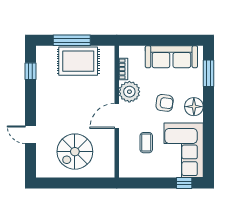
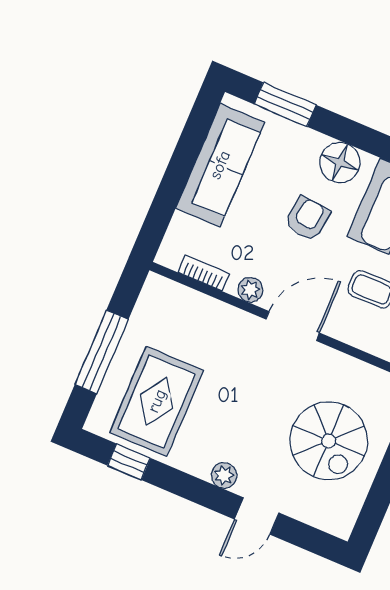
rug: (78, 61) -> (157, 401), moved
plant: (129, 92) -> (250, 290), width x0.53, depth x0.53
plant: (42, 114) -> (224, 475), added
door: (117, 116) -> (293, 326), swing flipped

